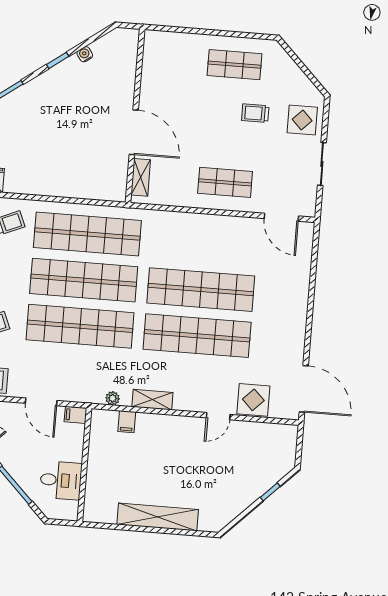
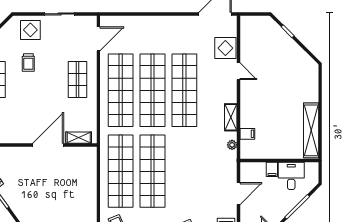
shop shelf: (80, 326) -> (121, 90), moved
filing cabinet: (75, 415) -> (272, 169), moved
shelving: (158, 517) -> (311, 130), moved

